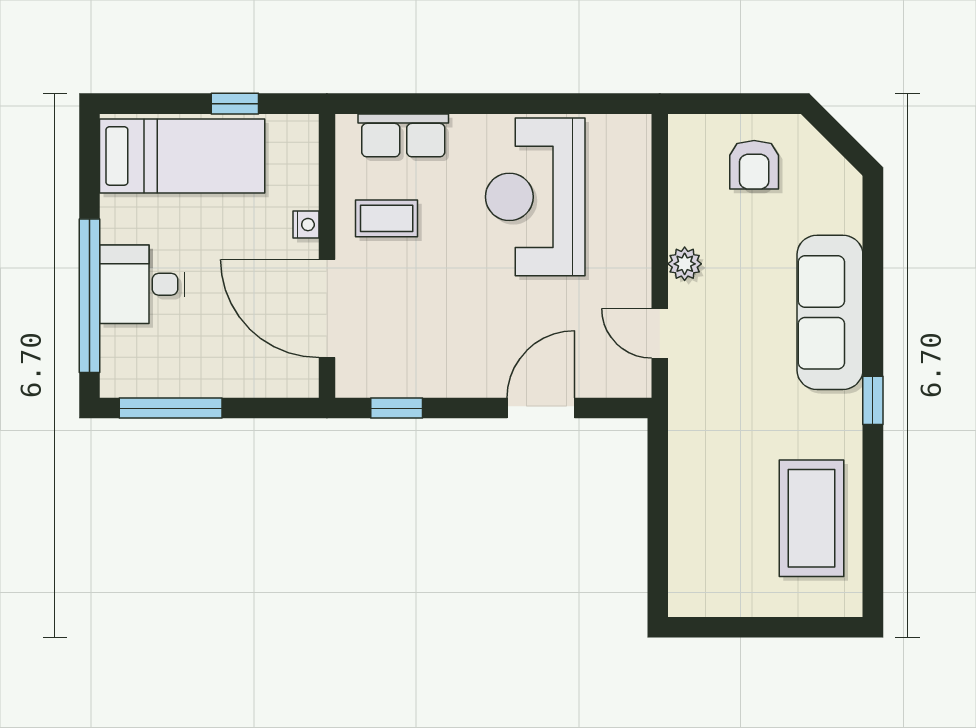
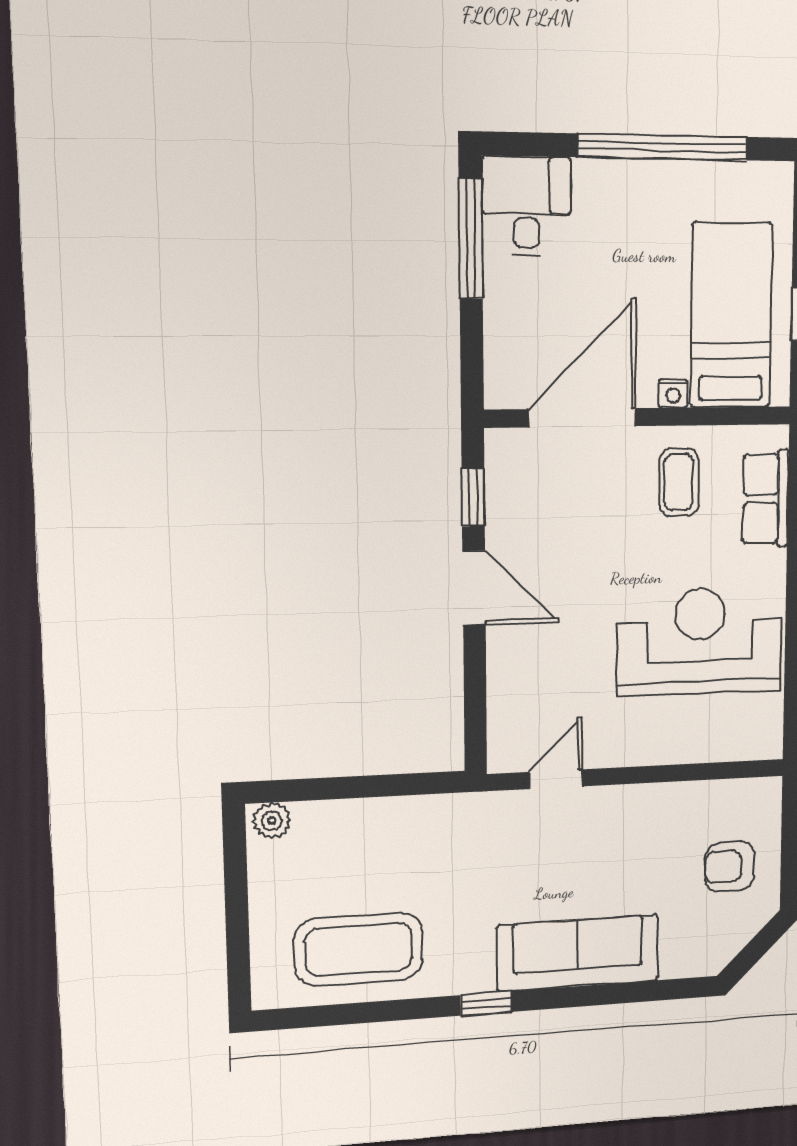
bed: (182, 156) -> (731, 315), moved, turned 180
plant: (685, 264) -> (272, 821), moved
desk: (142, 284) -> (526, 206), moved
window: (89, 296) -> (663, 147), moved
door: (541, 408) -> (474, 588), moved

